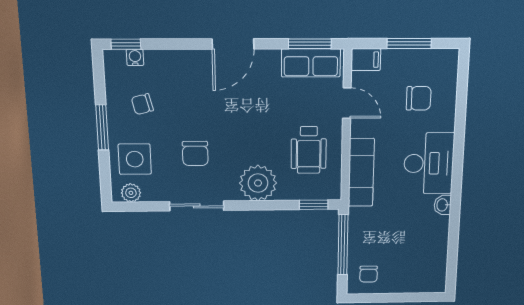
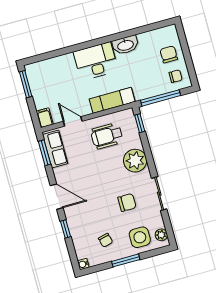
window: (409, 43) -> (26, 84), moved
window: (126, 44) -> (65, 229), moved
water cooler: (135, 57) -> (83, 264), moved
chair: (419, 98) -> (169, 54), moved
door: (347, 103) -> (73, 121), hinge flipped
wheelchair: (309, 150) -> (107, 136), turned 180
washbasin: (443, 205) -> (125, 45), width x1.91, depth x1.45

